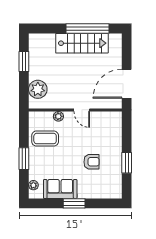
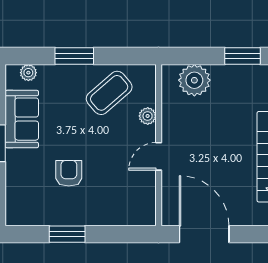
coffee table: (45, 139) -> (109, 93), turned 49
armchair: (91, 162) -> (69, 173), turned 180

